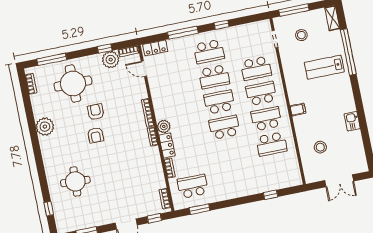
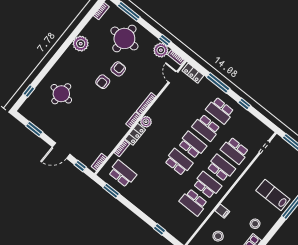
stool: (301, 35) -> (255, 224), moved
filing cabinet: (298, 110) -> (222, 211), moved

